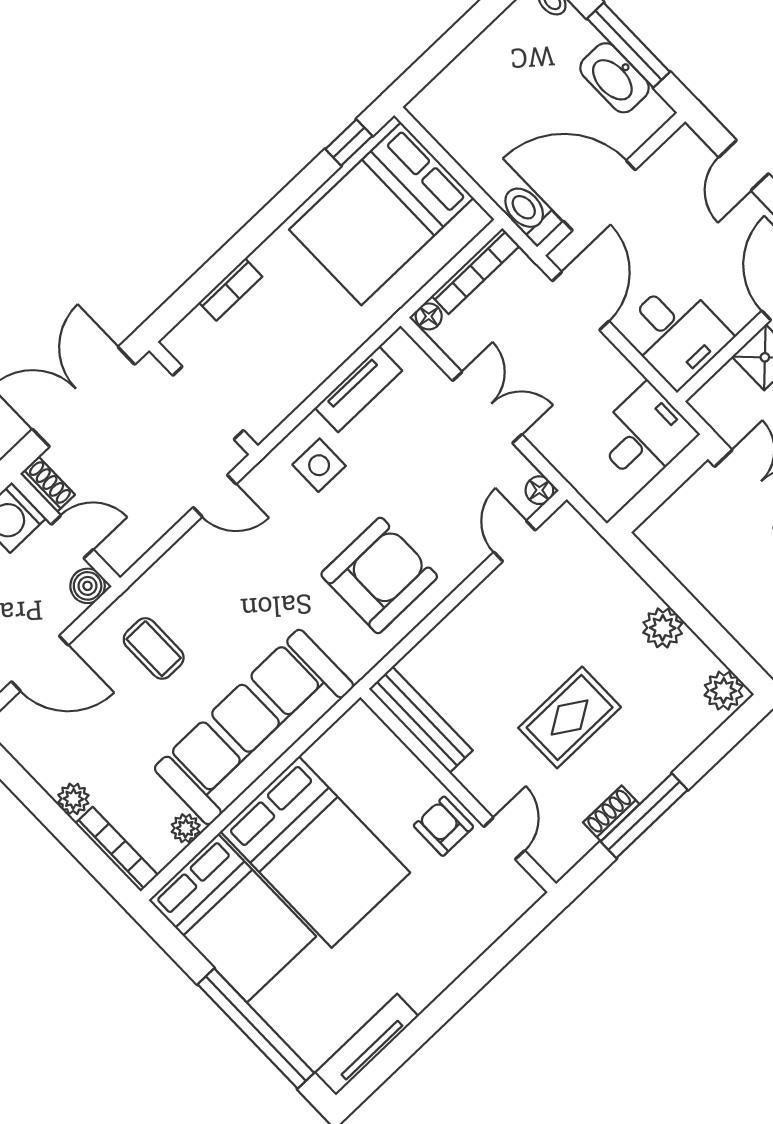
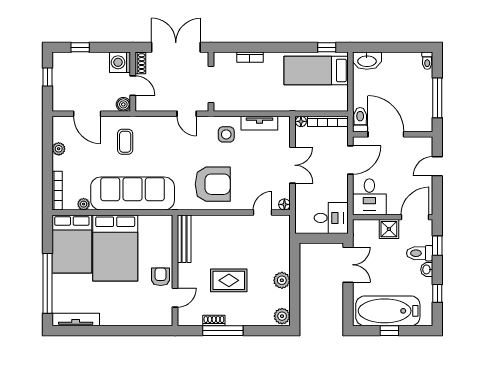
washbasin: (615, 78) -> (367, 61), moved, turned -90
bed: (381, 214) -> (316, 70), width x0.67
plant: (73, 799) -> (59, 149), moved

